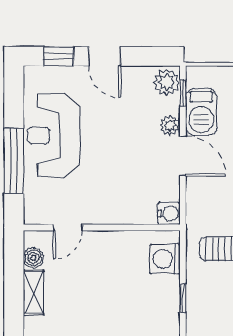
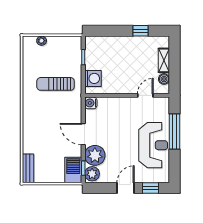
door: (105, 56) -> (126, 188), hinge flipped
barbecue: (201, 112) -> (73, 170), moved
plant: (170, 125) -> (95, 155), width x1.87, depth x1.87

